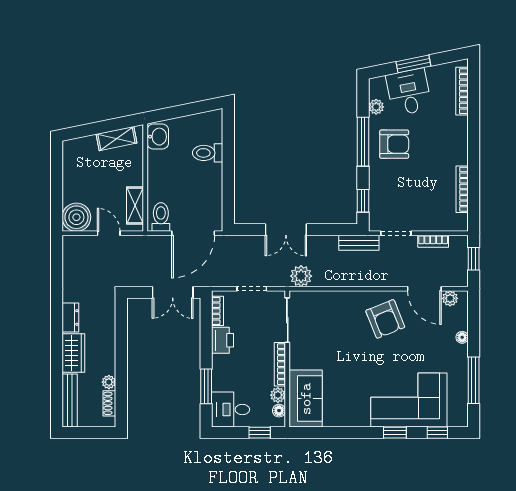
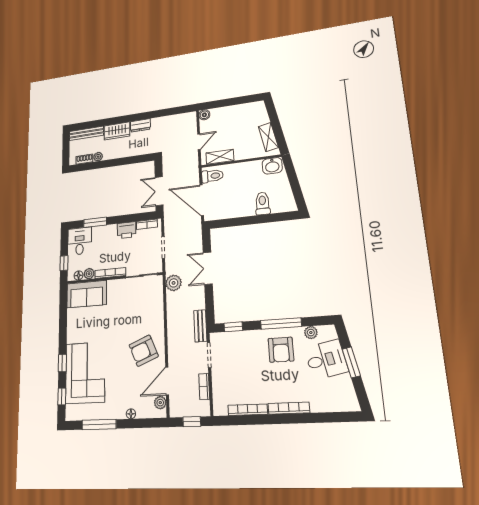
bookcase: (462, 91) -> (289, 408), moved
boiler: (76, 217) -> (204, 115), width x0.54, depth x0.54

